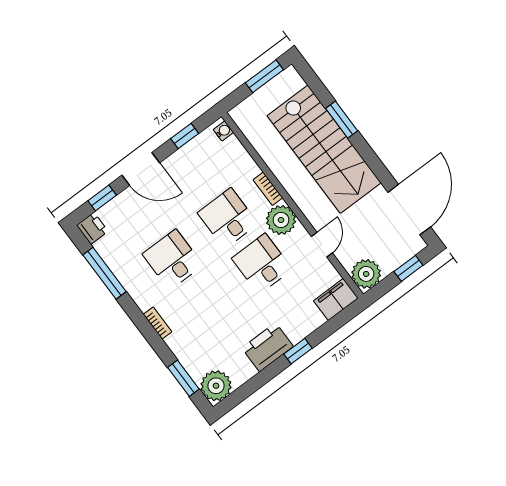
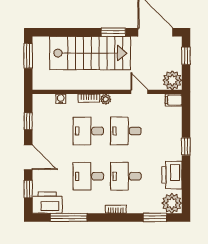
window: (342, 120) -> (113, 32), moved
water cooler: (223, 131) -> (61, 99), moved
door: (141, 169) -> (28, 157), hinge flipped
plant: (281, 220) -> (106, 99), width x0.53, depth x0.53
printer: (92, 228) -> (47, 203), width x1.87, depth x1.48
filing cabinet: (336, 299) -> (174, 100), width x0.50
desk: (207, 305) -> (126, 176), added
printer: (268, 347) -> (172, 175), moved

